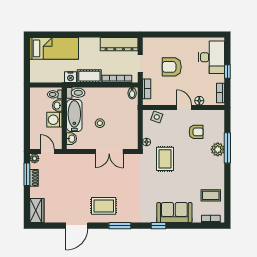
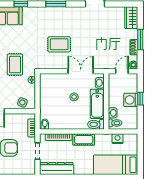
nightstand: (71, 77) -> (118, 139), moved
washing machine: (54, 120) -> (131, 100), moved, turned 180
window: (27, 121) -> (140, 99), added
door: (47, 151) -> (122, 71), swing flipped
double door: (109, 151) -> (81, 71), moved
window: (27, 174) -> (140, 40), moved
rug: (104, 206) -> (59, 44), moved

